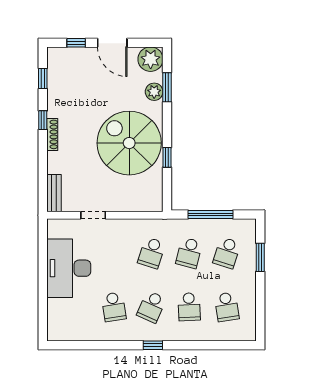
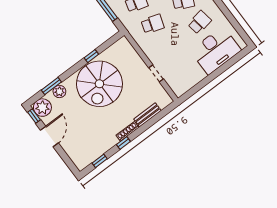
window: (76, 43) -> (34, 116), moved
bench: (54, 193) -> (147, 115), moved
desk: (69, 268) -> (216, 50), moved

